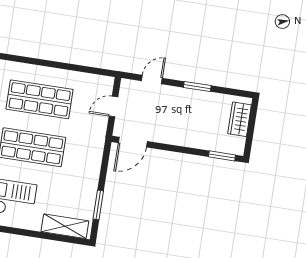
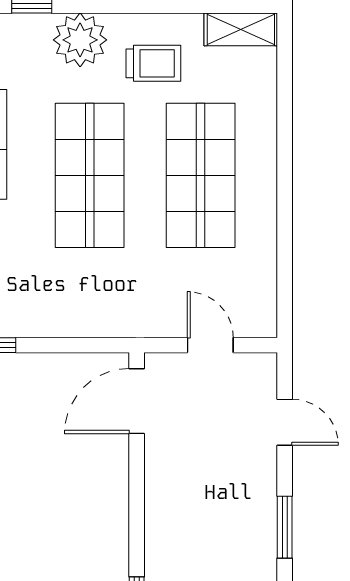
door: (133, 142) -> (137, 401), hinge flipped

